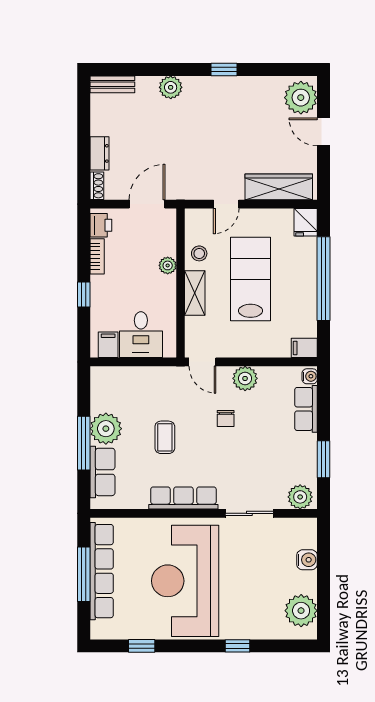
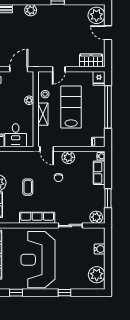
wardrobe: (279, 187) -> (91, 61), width x0.67

